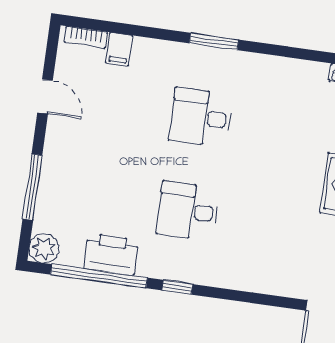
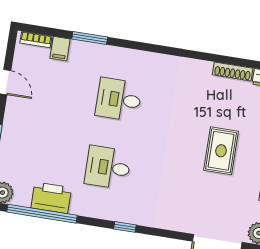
window: (214, 41) -> (90, 38), moved
window: (177, 287) -> (125, 227), moved

